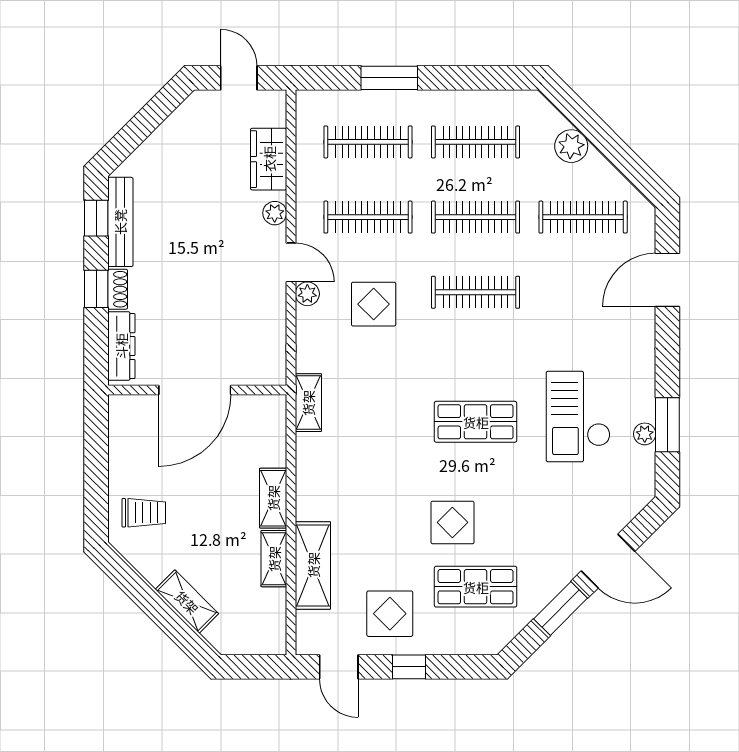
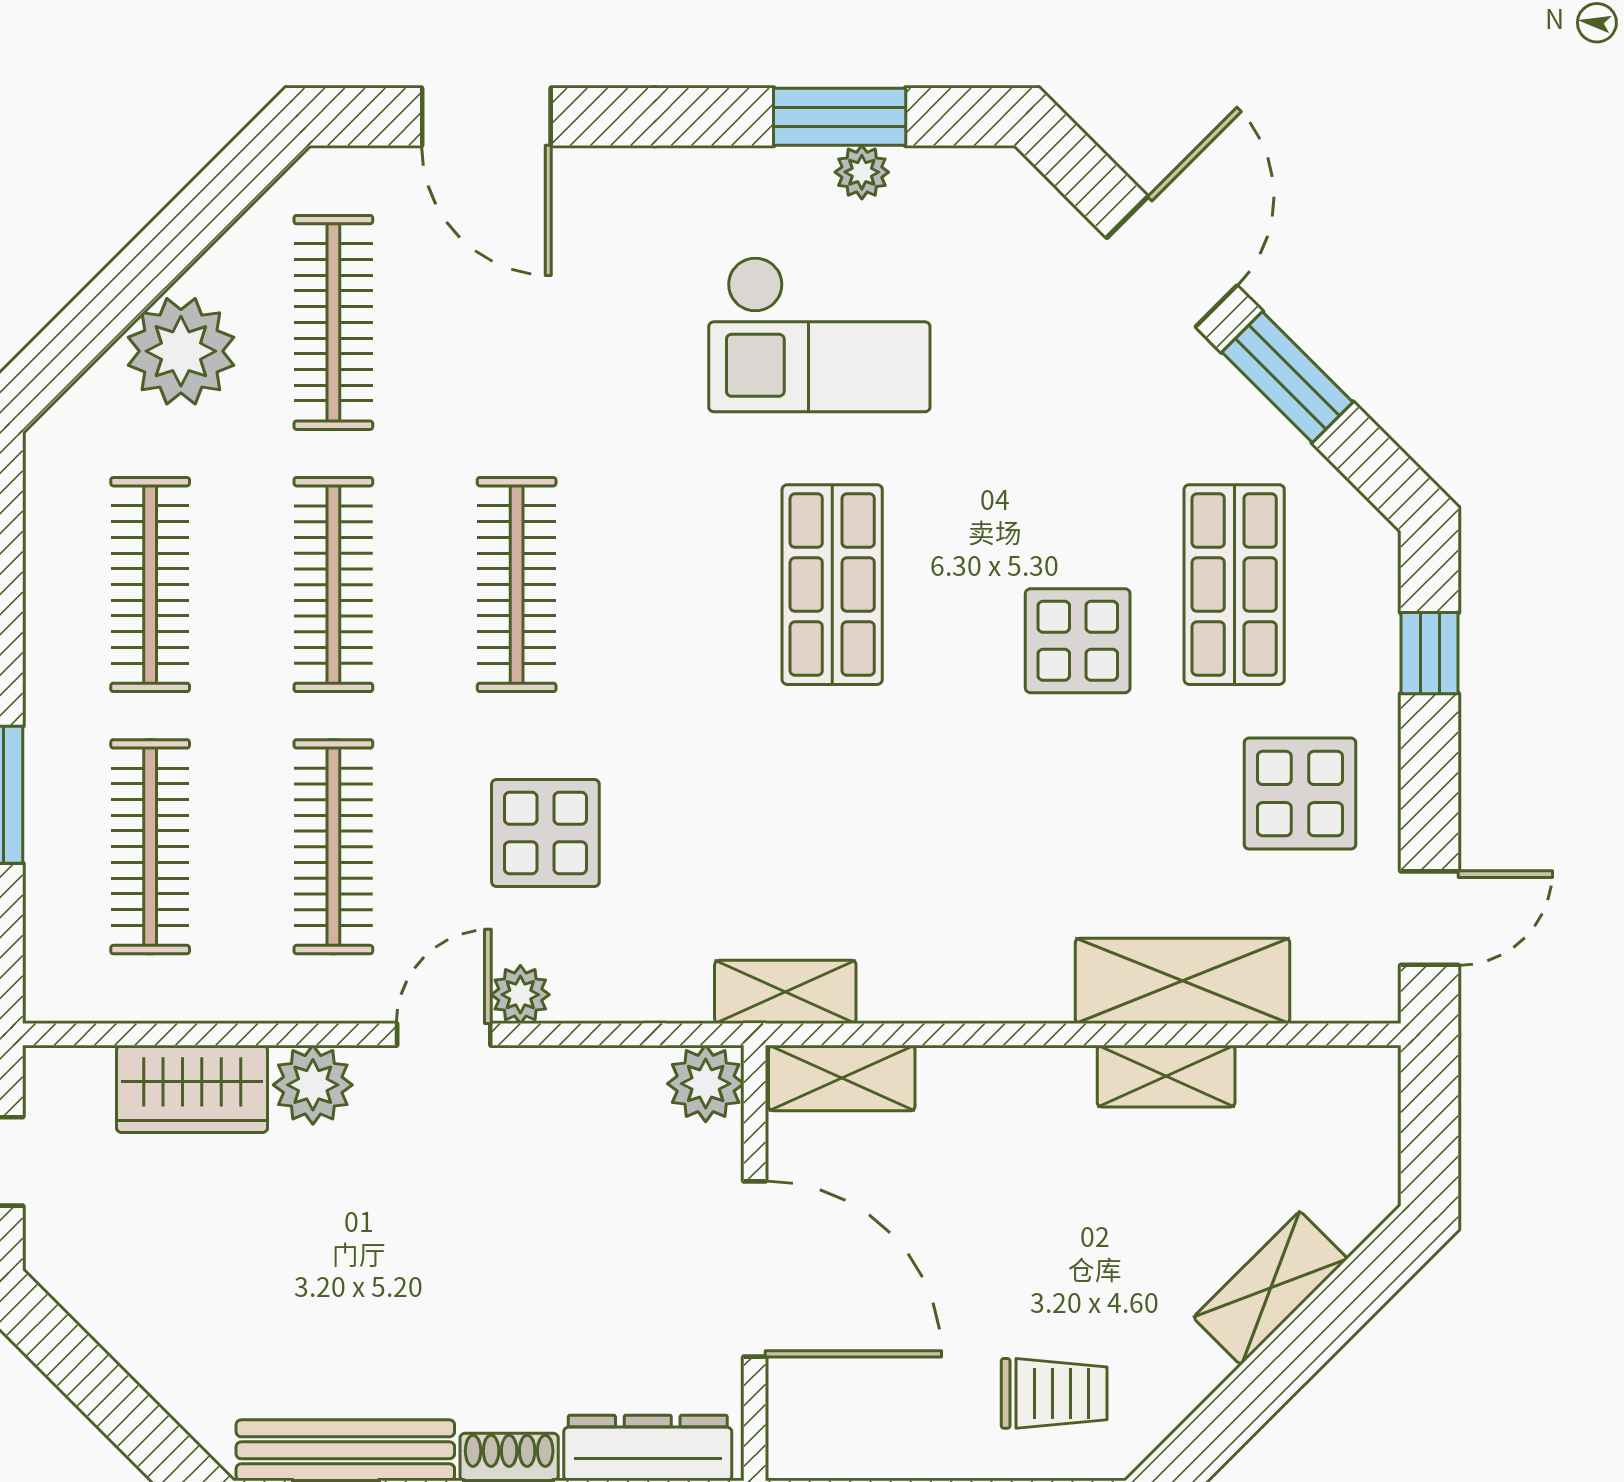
plant: (571, 146) -> (181, 351), width x1.36, depth x1.36
plant: (275, 213) -> (313, 1085), width x1.38, depth x1.38
plant: (271, 370) -> (706, 1084), added
shelving: (273, 498) -> (842, 1078), moved
trolley: (144, 513) -> (1054, 1393), turned 90
window: (409, 667) -> (1430, 653), moved

